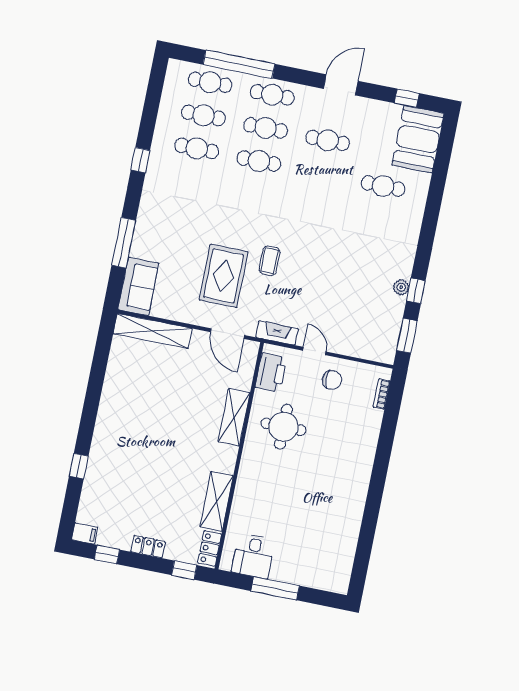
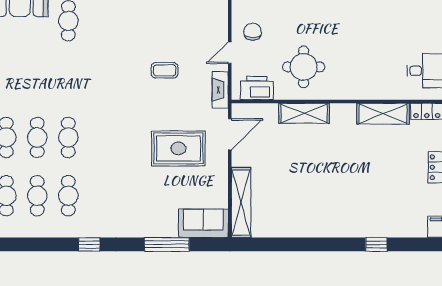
cafe table: (328, 140) -> (37, 79), removed
coffee table: (270, 261) -> (165, 70), moved

